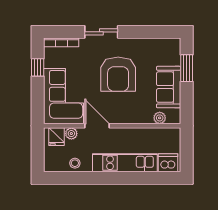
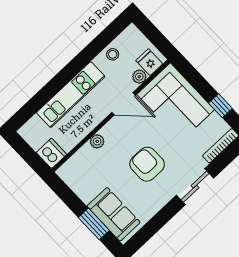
armchair: (118, 74) -> (147, 164), width x0.73, depth x0.73
sofa: (169, 87) -> (114, 214), moved
plant: (160, 118) -> (97, 141), moved
dishwasher: (168, 163) -> (51, 153), moved, turned -90

